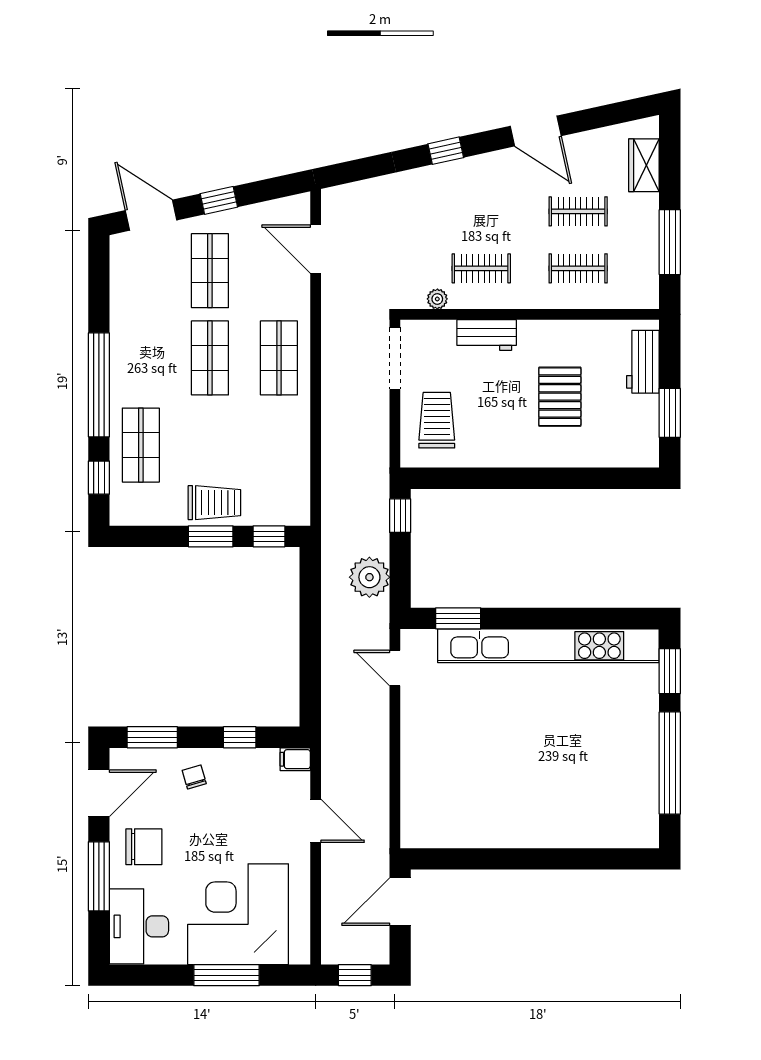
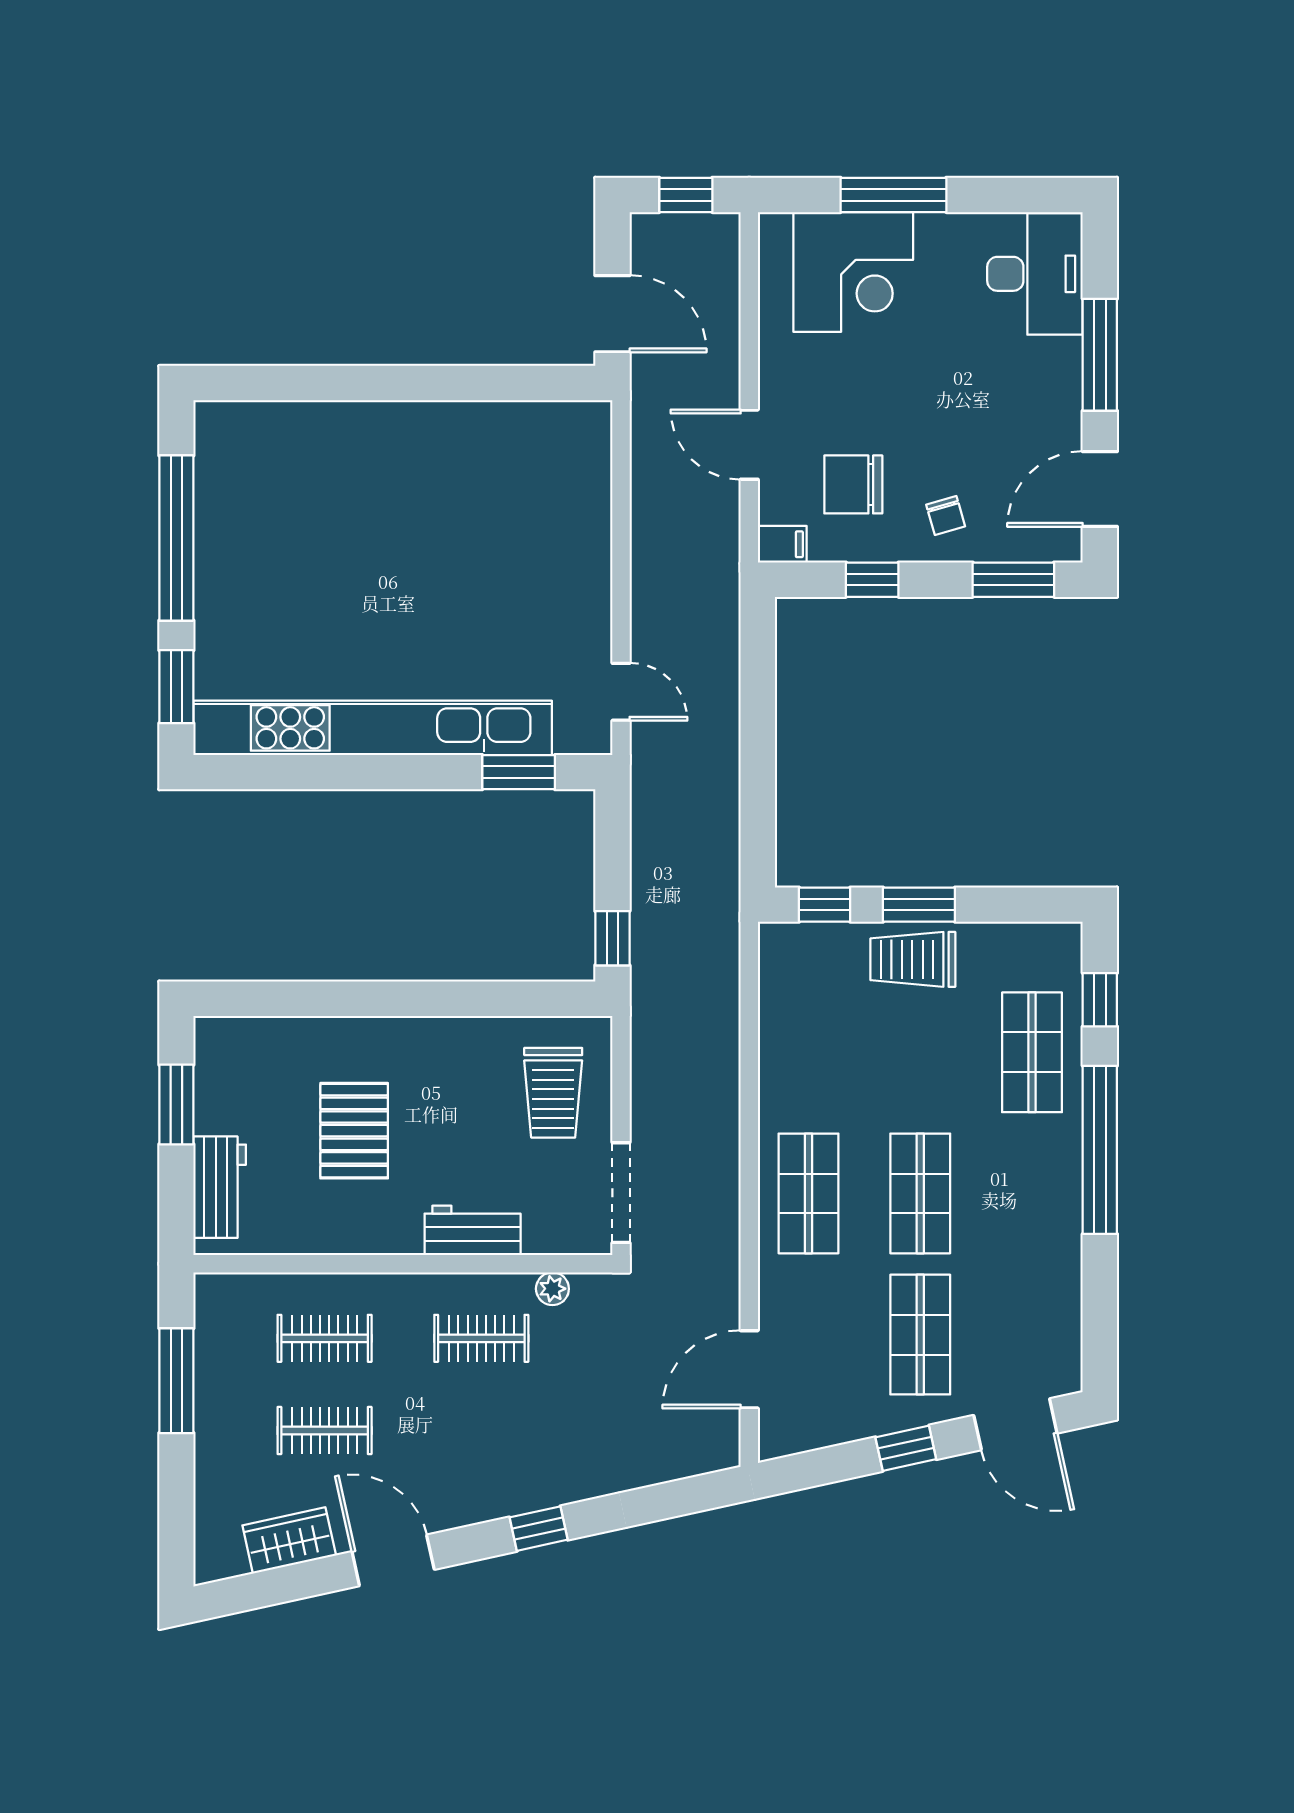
wardrobe: (644, 165) -> (289, 1540), moved, turned -102
door: (316, 249) -> (749, 1369), swing flipped
plant: (369, 577) -> (662, 839), removed
chair: (144, 847) -> (853, 484), moved
door: (400, 902) -> (612, 314), hinge flipped
corner desk: (238, 914) -> (853, 272), width x0.74, depth x0.74

